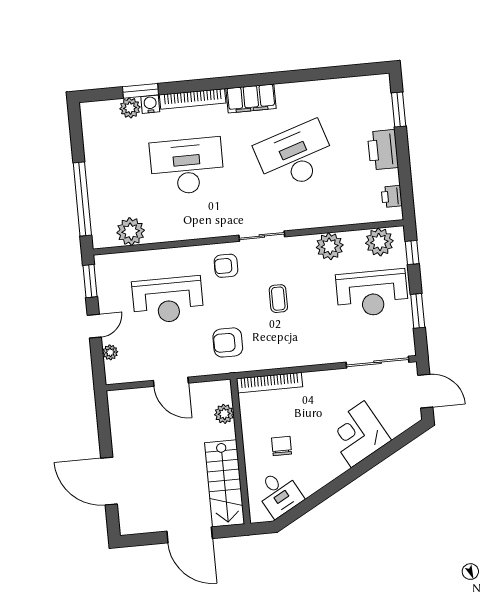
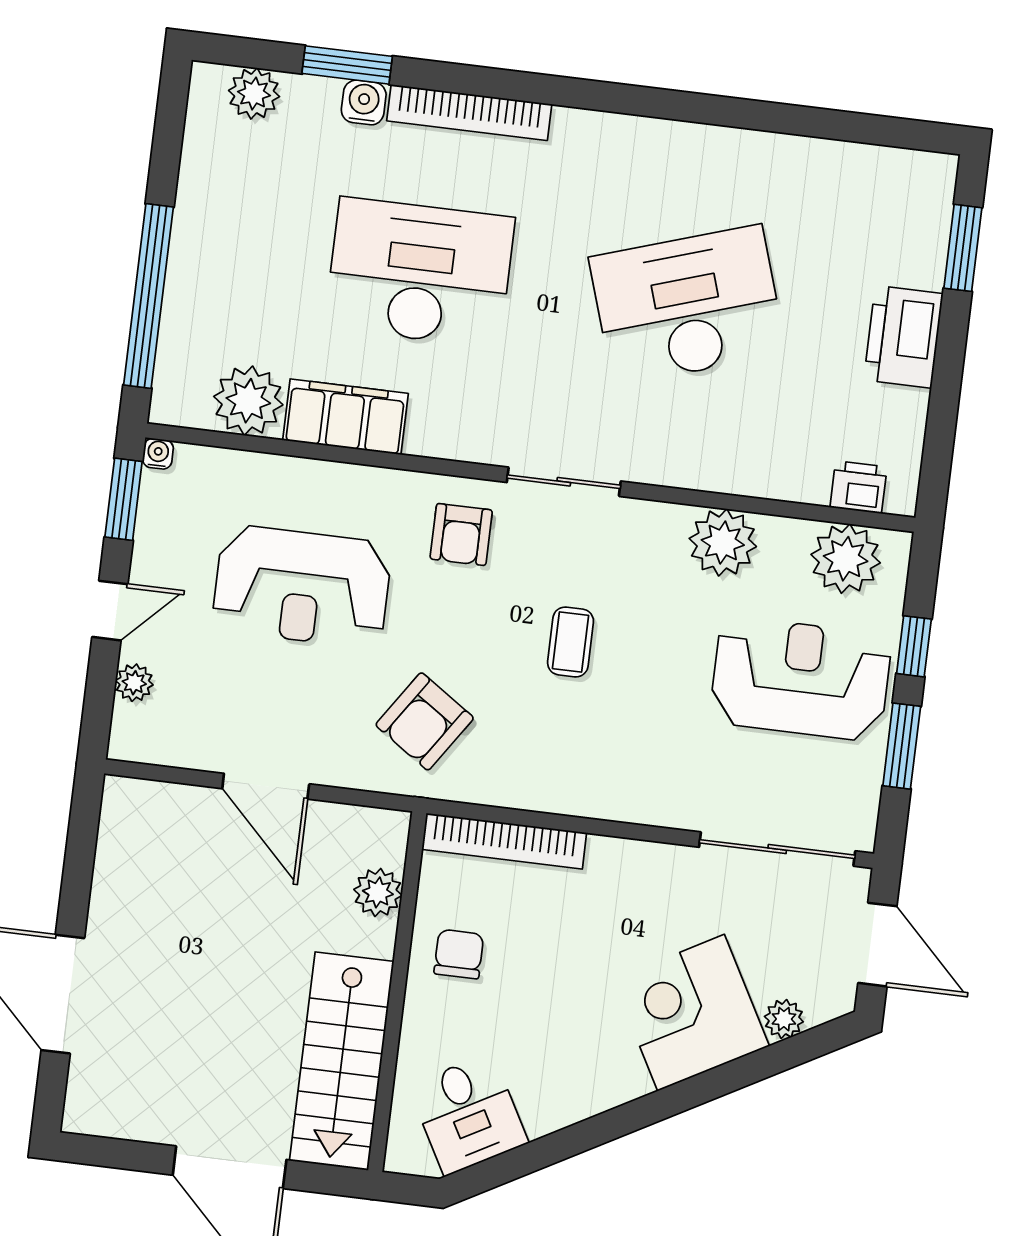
filing cabinet: (251, 98) -> (345, 417), moved, turned 180
plant: (130, 108) -> (254, 94), moved
printer: (392, 196) -> (859, 487), moved, turned 90
window: (412, 252) -> (914, 646), moved
water cooler: (100, 260) -> (158, 454), added
armchair: (226, 266) -> (461, 535), turned -90
reception desk: (372, 293) -> (801, 679), turned 180
armchair: (228, 342) -> (425, 721), turned -56
plant: (395, 429) -> (784, 1019), added
chair: (282, 446) -> (459, 954), moved

